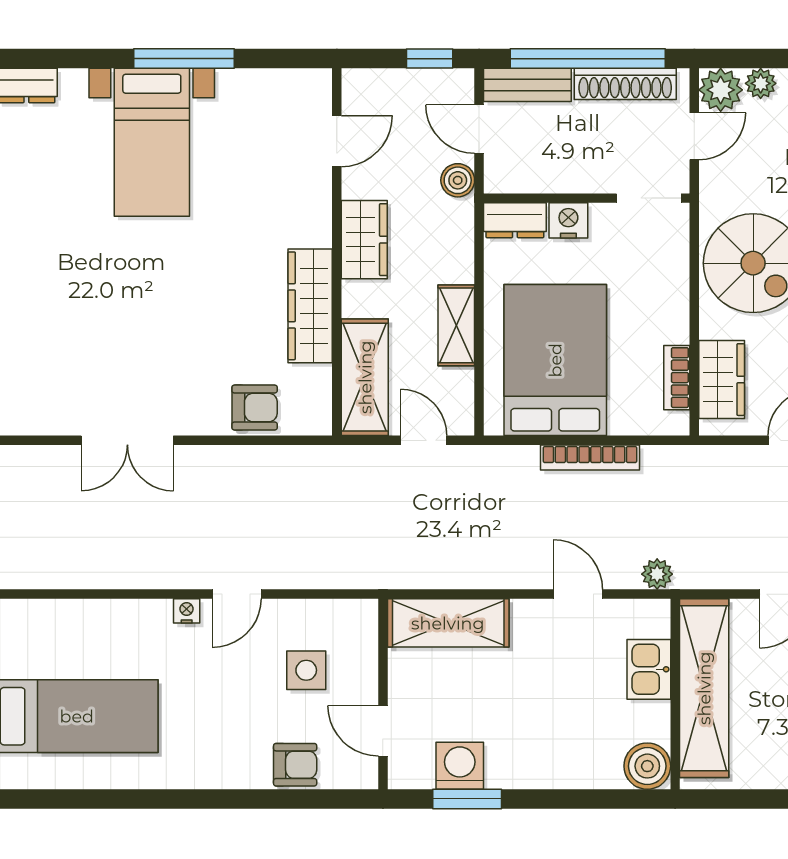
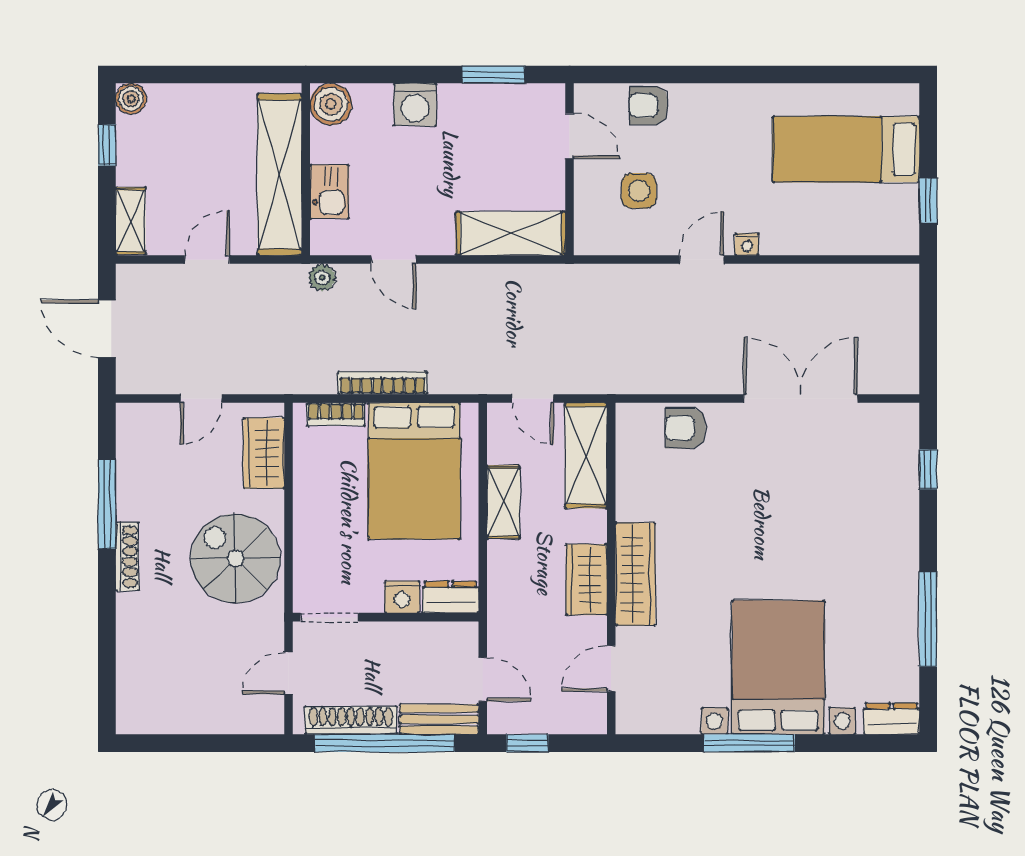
plant: (761, 83) -> (228, 721), removed
plant: (721, 90) -> (265, 715), removed
bed with nightstands: (152, 142) -> (778, 668), width x1.36
boiler: (458, 180) -> (502, 633), removed
wardrobe: (310, 306) -> (635, 574), moved
bookcase: (677, 378) -> (336, 414), moved, turned 90
double door: (127, 440) -> (800, 398), width x1.37
washing machine: (460, 766) -> (415, 105), moved

